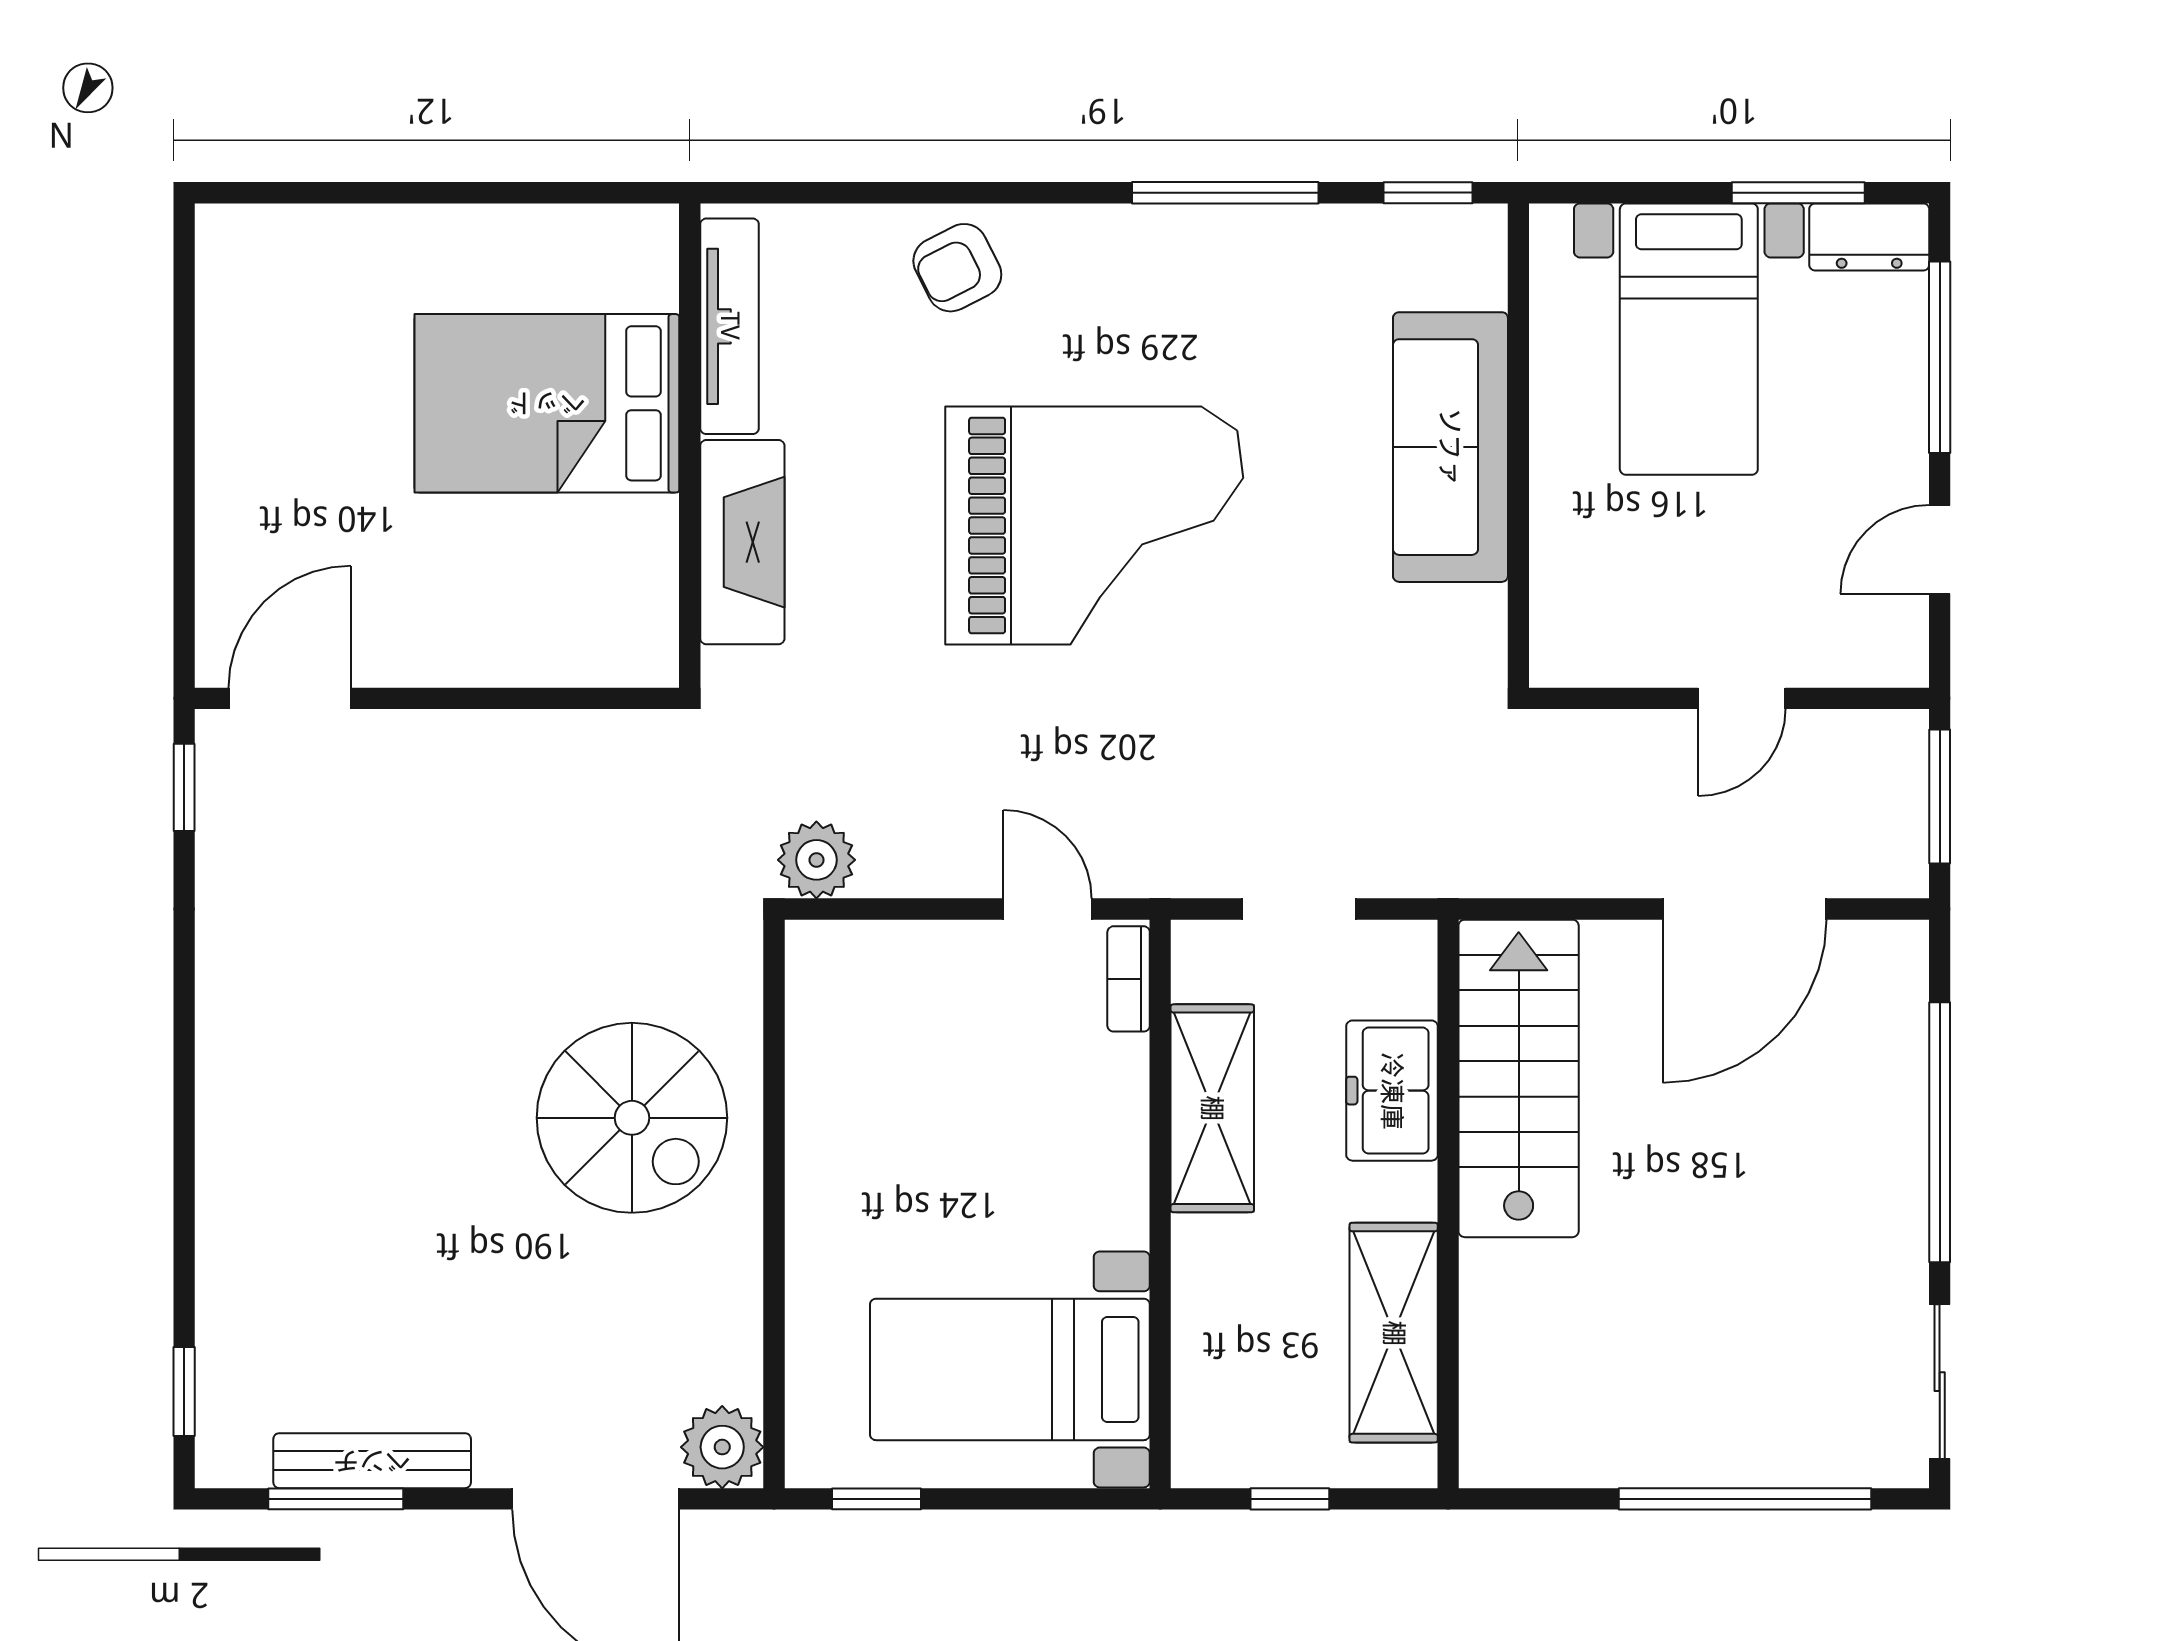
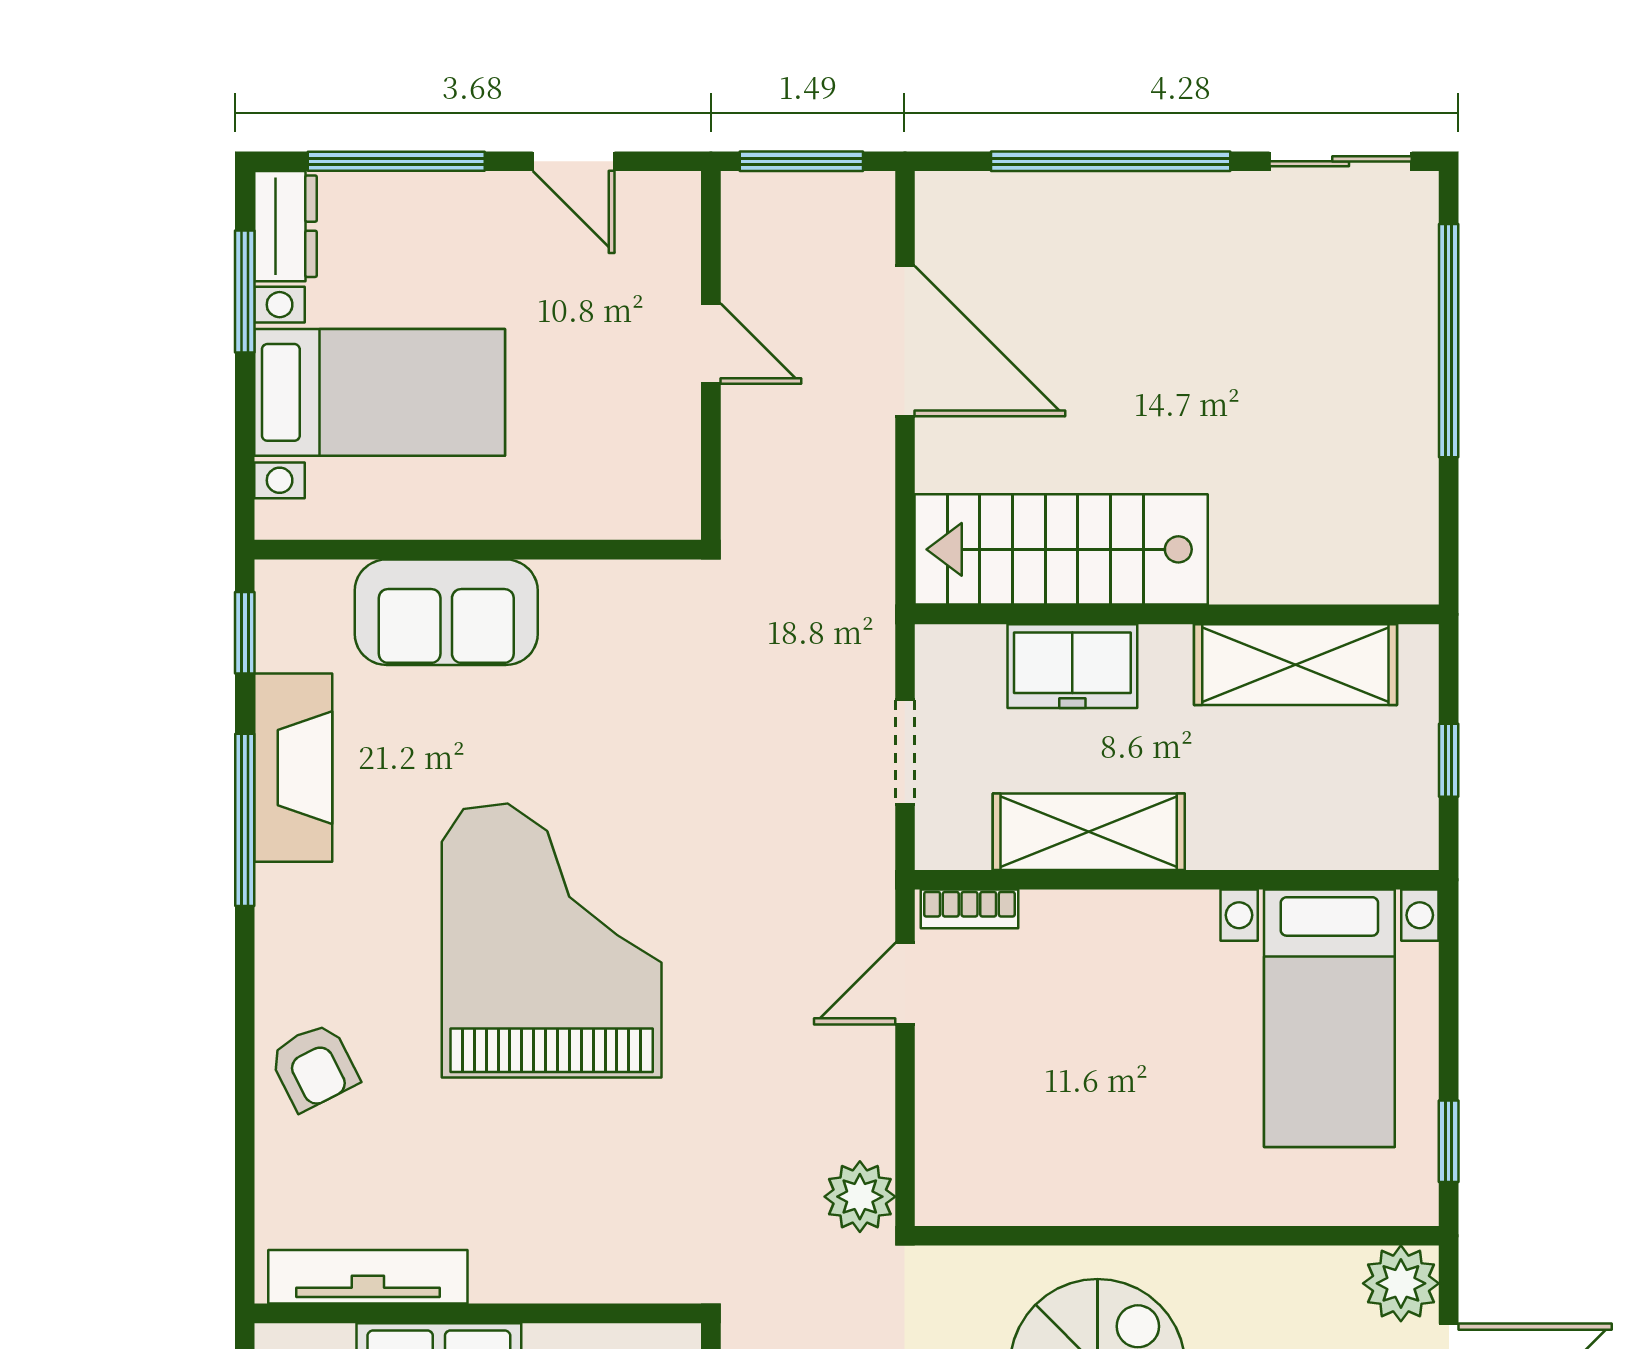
sofa: (1450, 447) -> (446, 612), width x0.73
fireplace: (742, 542) -> (293, 768), moved, turned 90

